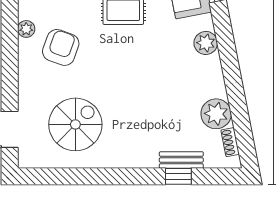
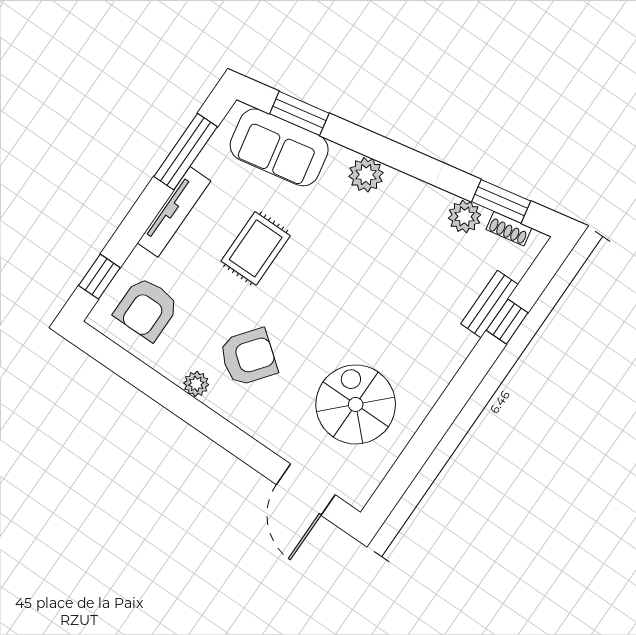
armchair: (61, 47) -> (248, 357), turned 108
plant: (216, 114) -> (464, 217), width x0.73, depth x0.73
window: (242, 127) -> (501, 201), added

